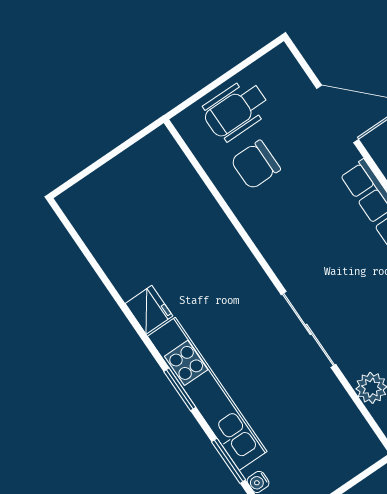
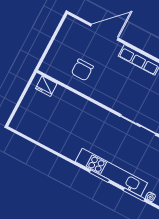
wheelchair: (236, 110) -> (63, 52), removed
fridge: (149, 310) -> (46, 86), moved, turned 180

